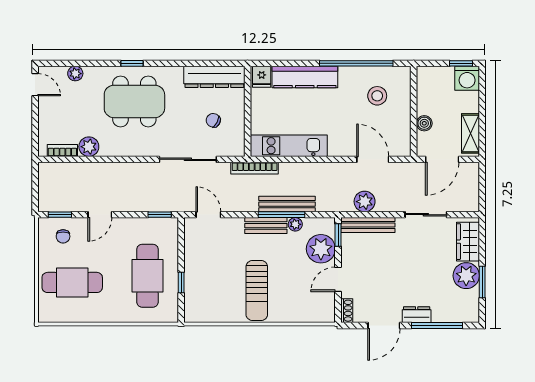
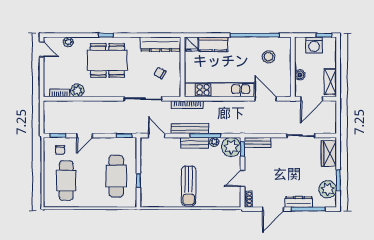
kitchen counter: (305, 77) -> (213, 44), width x0.67
washing machine: (467, 78) -> (314, 45), moved
kitchen unit: (289, 146) -> (219, 90), width x1.36
plant: (365, 202) -> (260, 127), removed
bench: (287, 204) -> (190, 129), moved
bench: (368, 225) -> (258, 142), width x0.73
plant: (321, 249) -> (231, 147), moved
plant: (466, 276) -> (328, 189), moved
cafe table: (72, 282) -> (66, 181), turned 90
dresser: (417, 315) -> (299, 202), width x1.44

